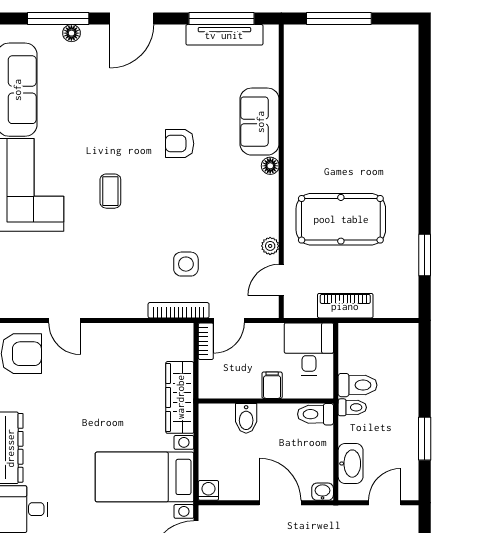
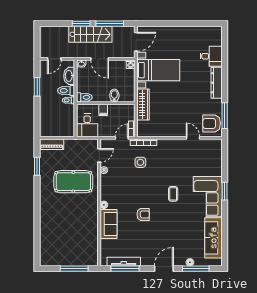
piano: (345, 306) -> (52, 144), moved
toilet: (358, 385) -> (66, 91), moved

